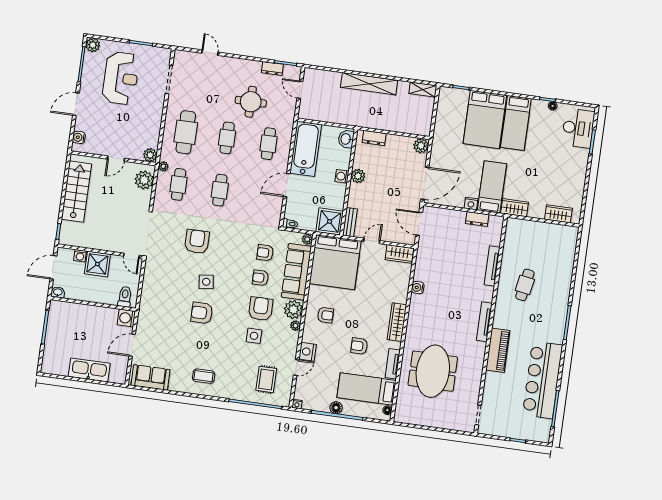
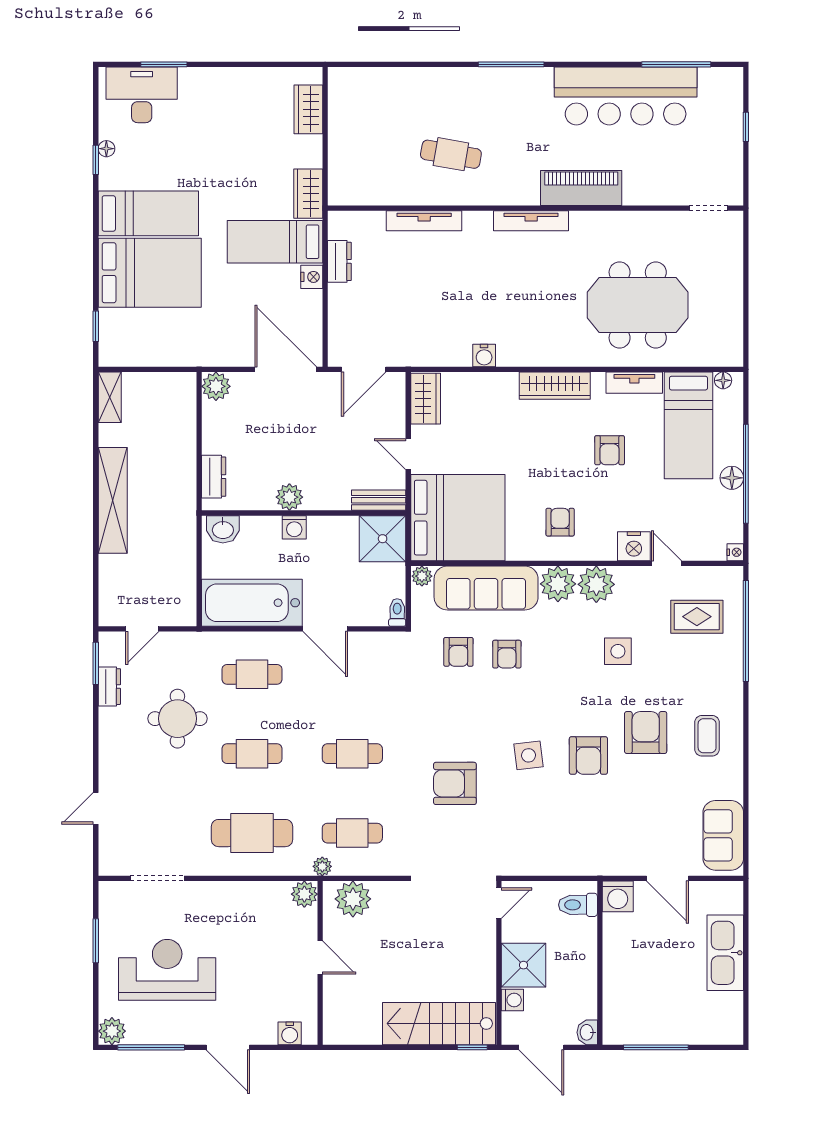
stairs: (76, 192) -> (439, 1024), moved
armchair: (261, 309) -> (646, 732), moved, turned 90
plant: (295, 326) -> (596, 584), width x1.88, depth x1.88

